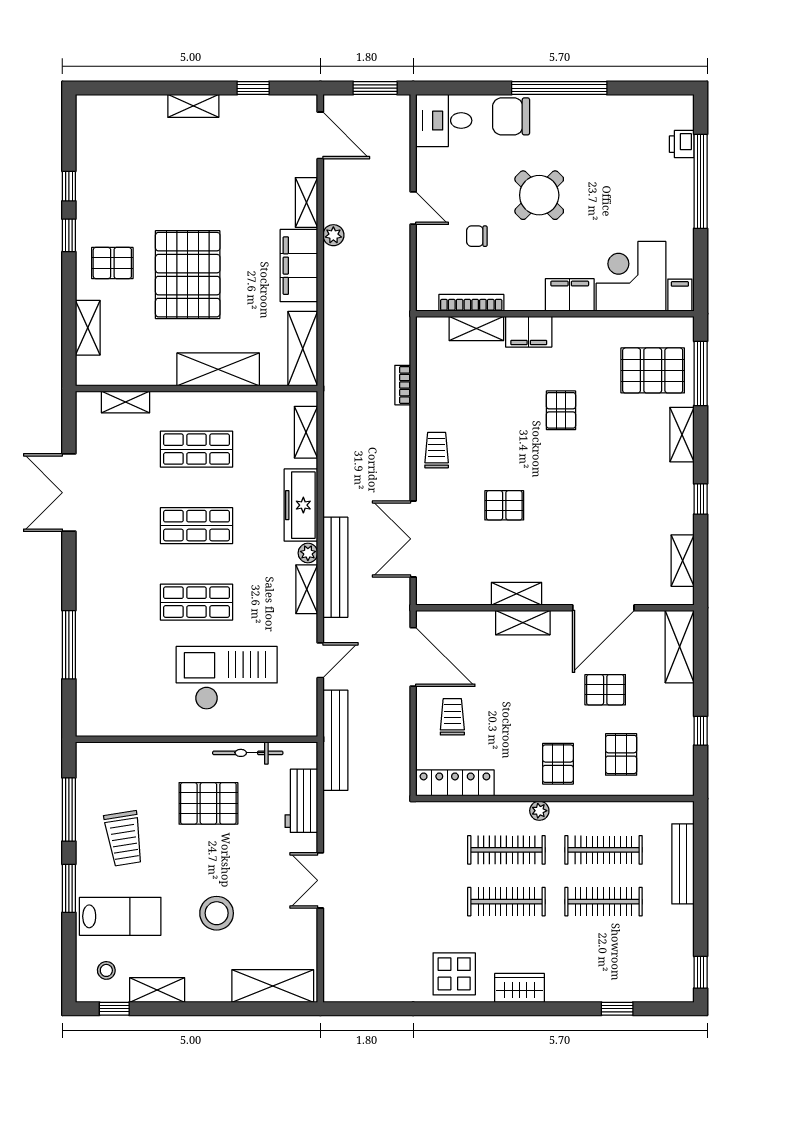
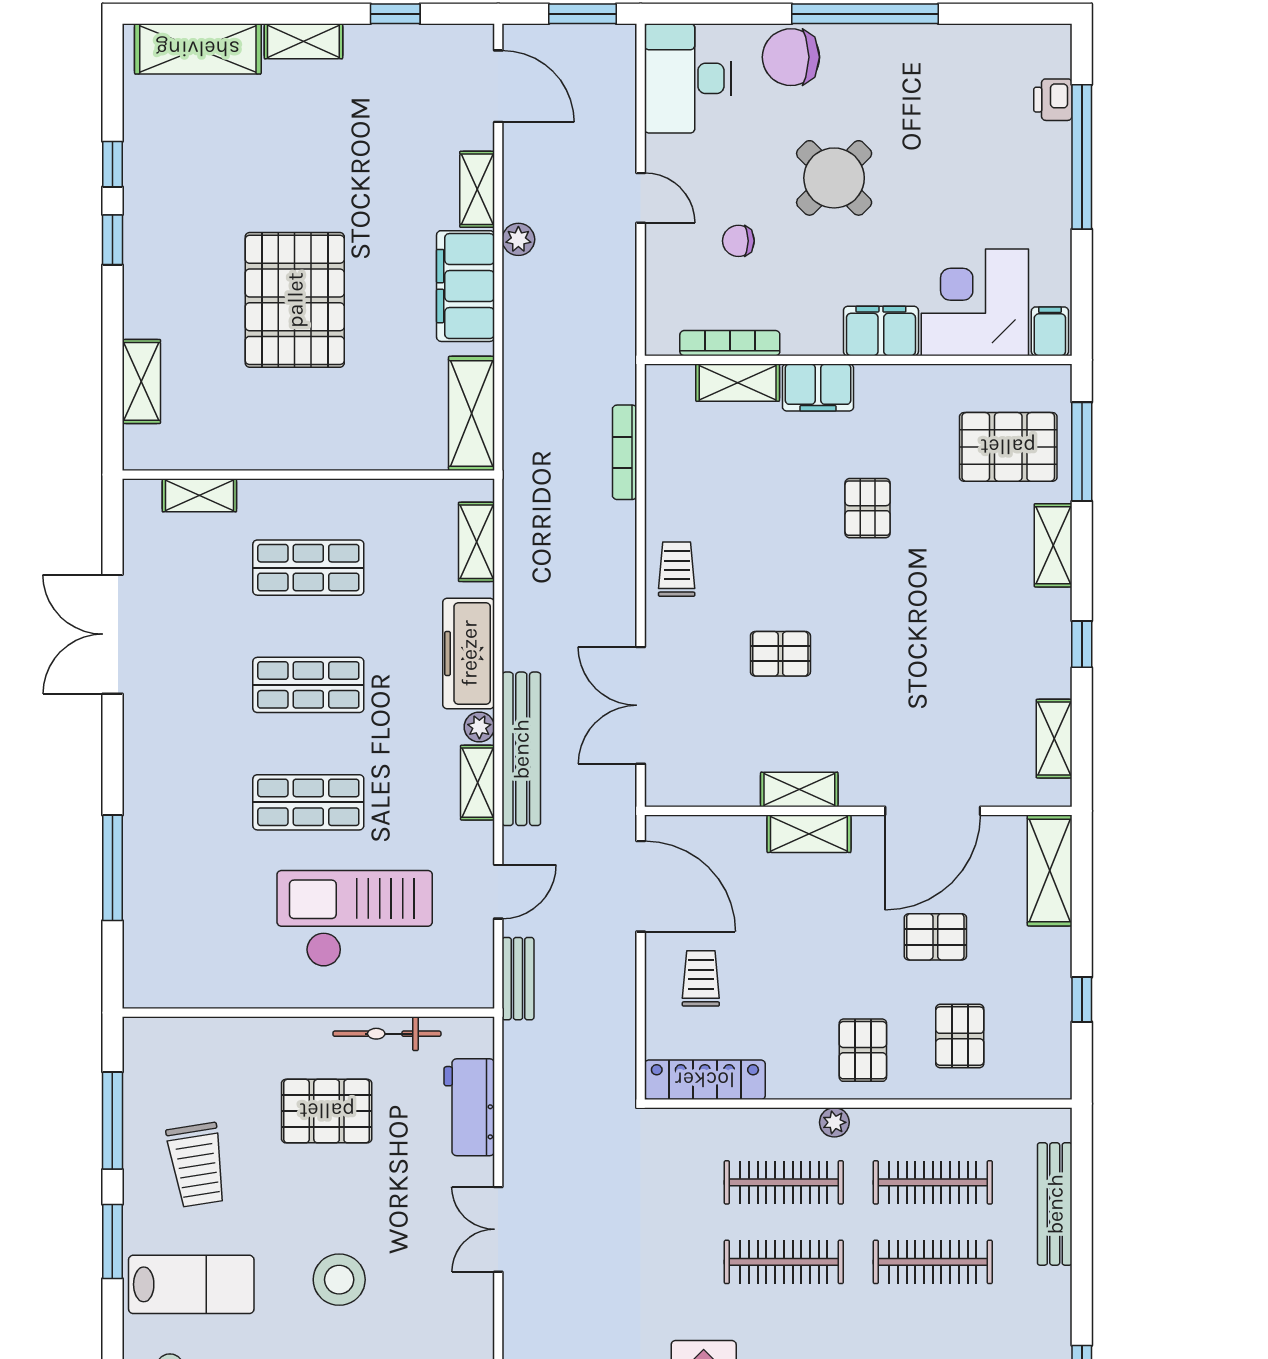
desk: (444, 121) -> (688, 78), width x1.37
pallet: (112, 263) -> (179, 282), removed
shelving: (218, 369) -> (198, 49), moved
bookcase: (403, 385) -> (625, 452), width x1.56
bench: (335, 740) -> (518, 979), width x0.54, depth x0.82

